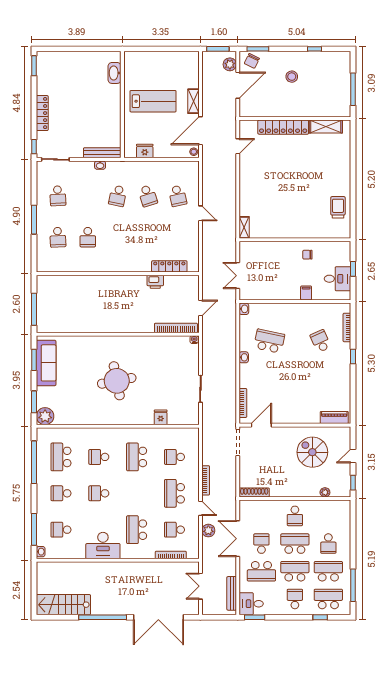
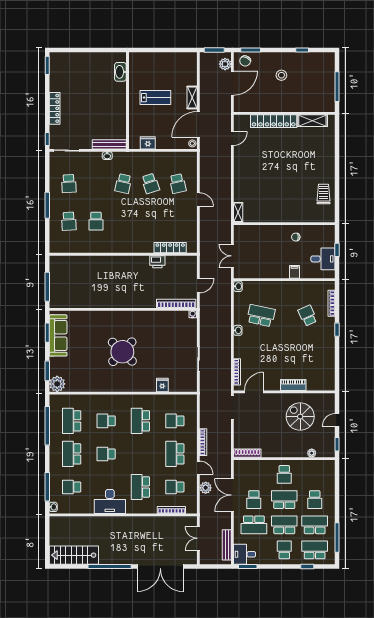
lab bench: (153, 101) -> (155, 98), width x0.73, depth x0.72
round table: (117, 381) -> (122, 352), turned -35
piano: (334, 417) -> (293, 385), moved
school desk: (61, 493) -> (72, 454), width x1.85
school desk: (261, 544) -> (254, 500), turned 180

